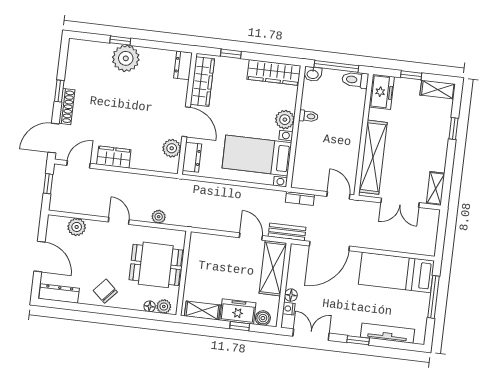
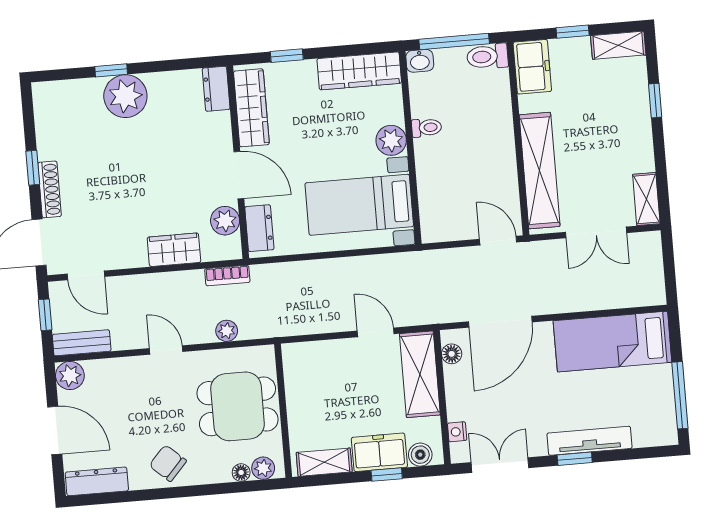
wardrobe: (114, 157) -> (174, 250), moved
door: (78, 164) -> (86, 275), swing flipped
bookcase: (300, 198) -> (227, 276), moved
plant: (77, 227) -> (70, 376), moved
bench: (287, 232) -> (82, 343), moved
floor lamp: (291, 295) -> (452, 354), moved
window: (433, 297) -> (680, 395), moved
tv unit: (388, 333) -> (589, 441), moved

